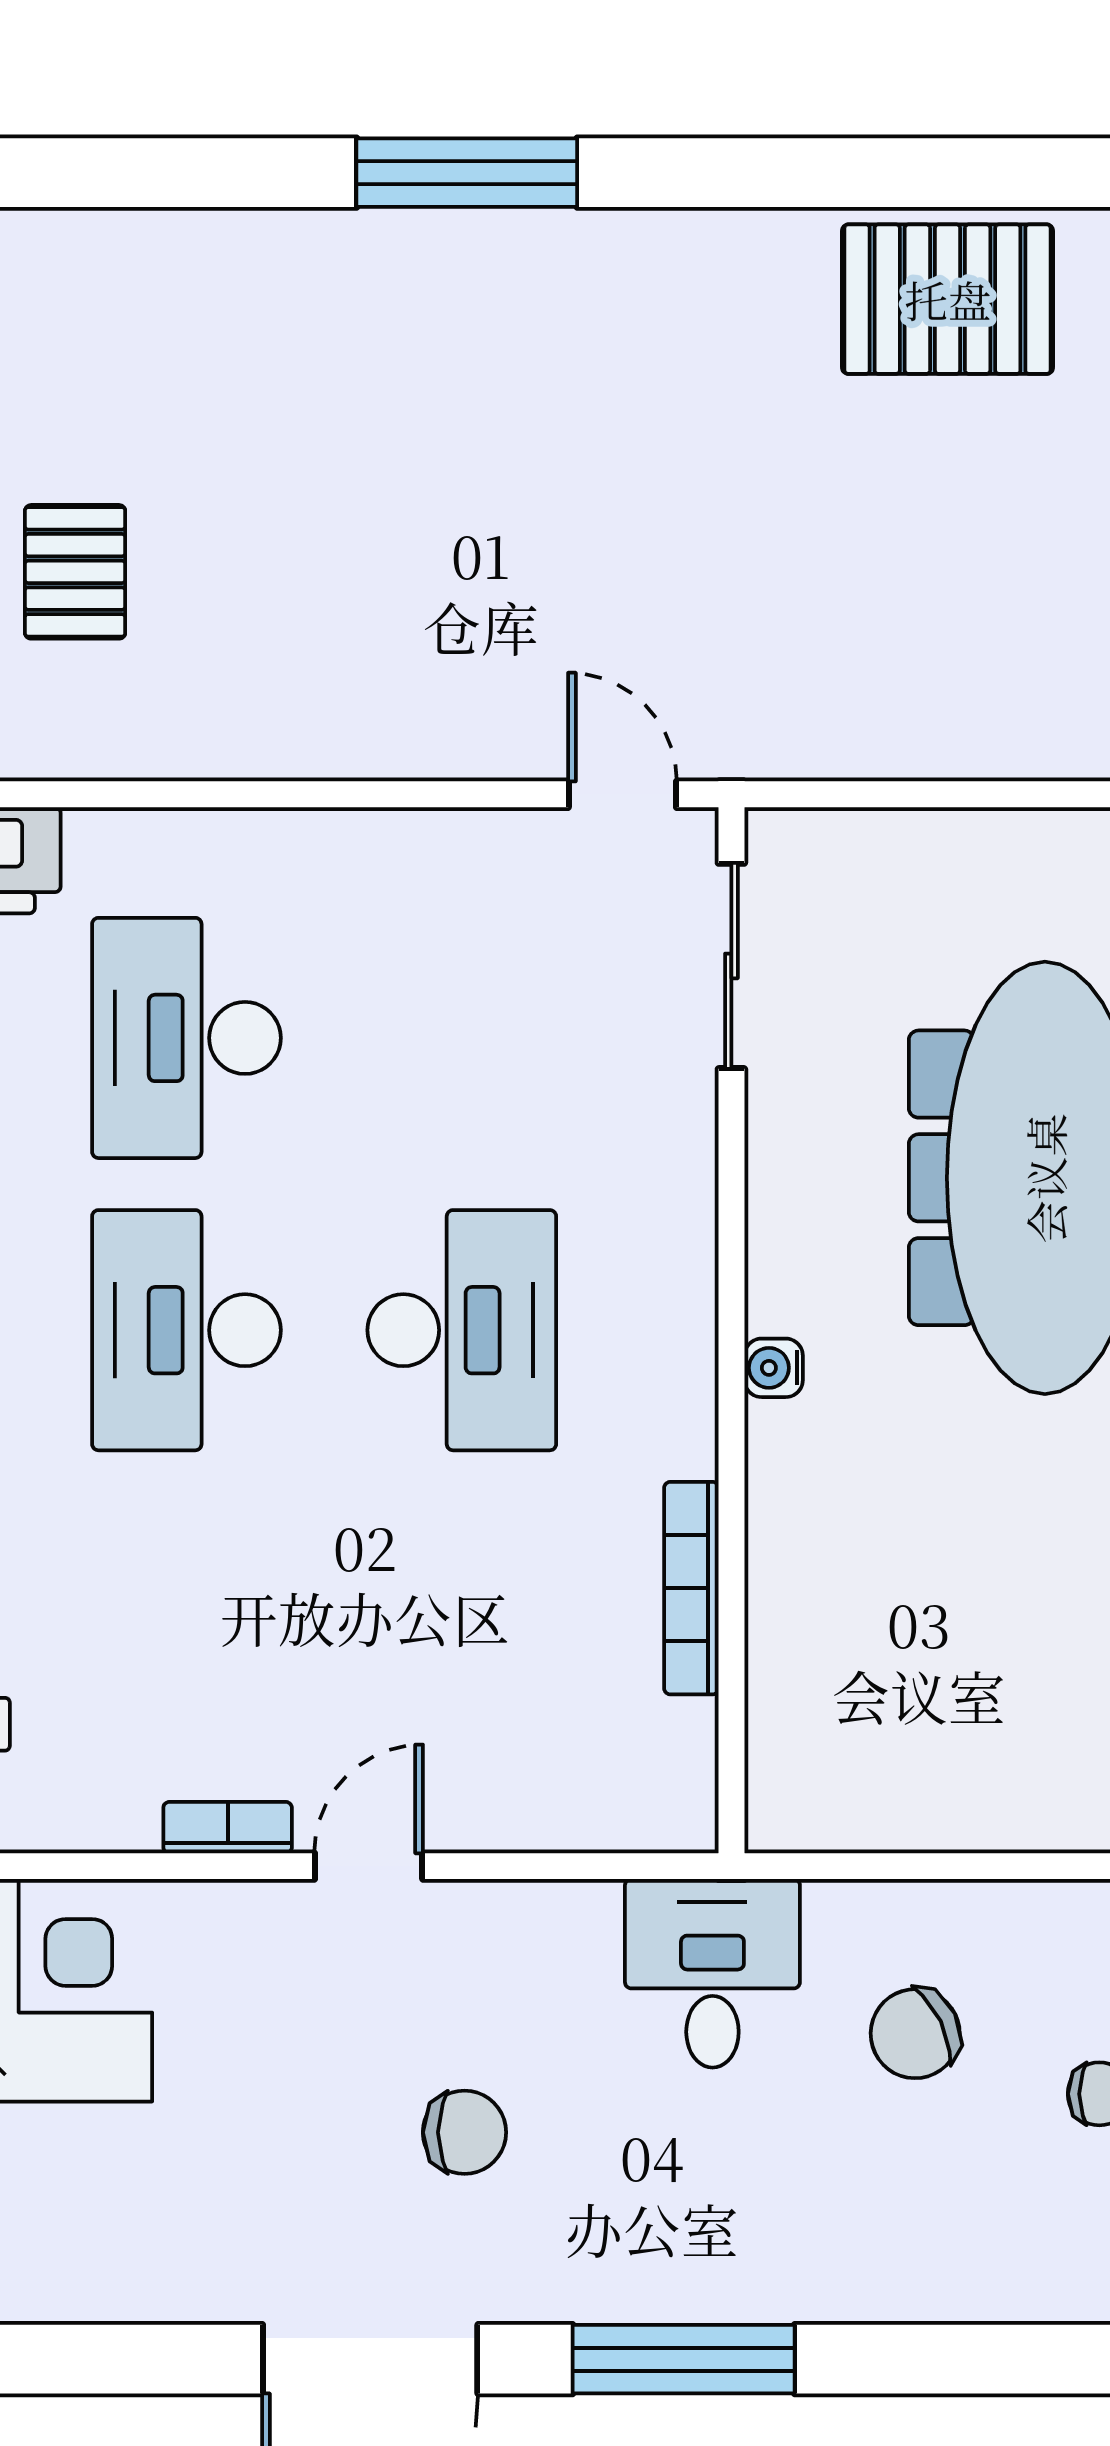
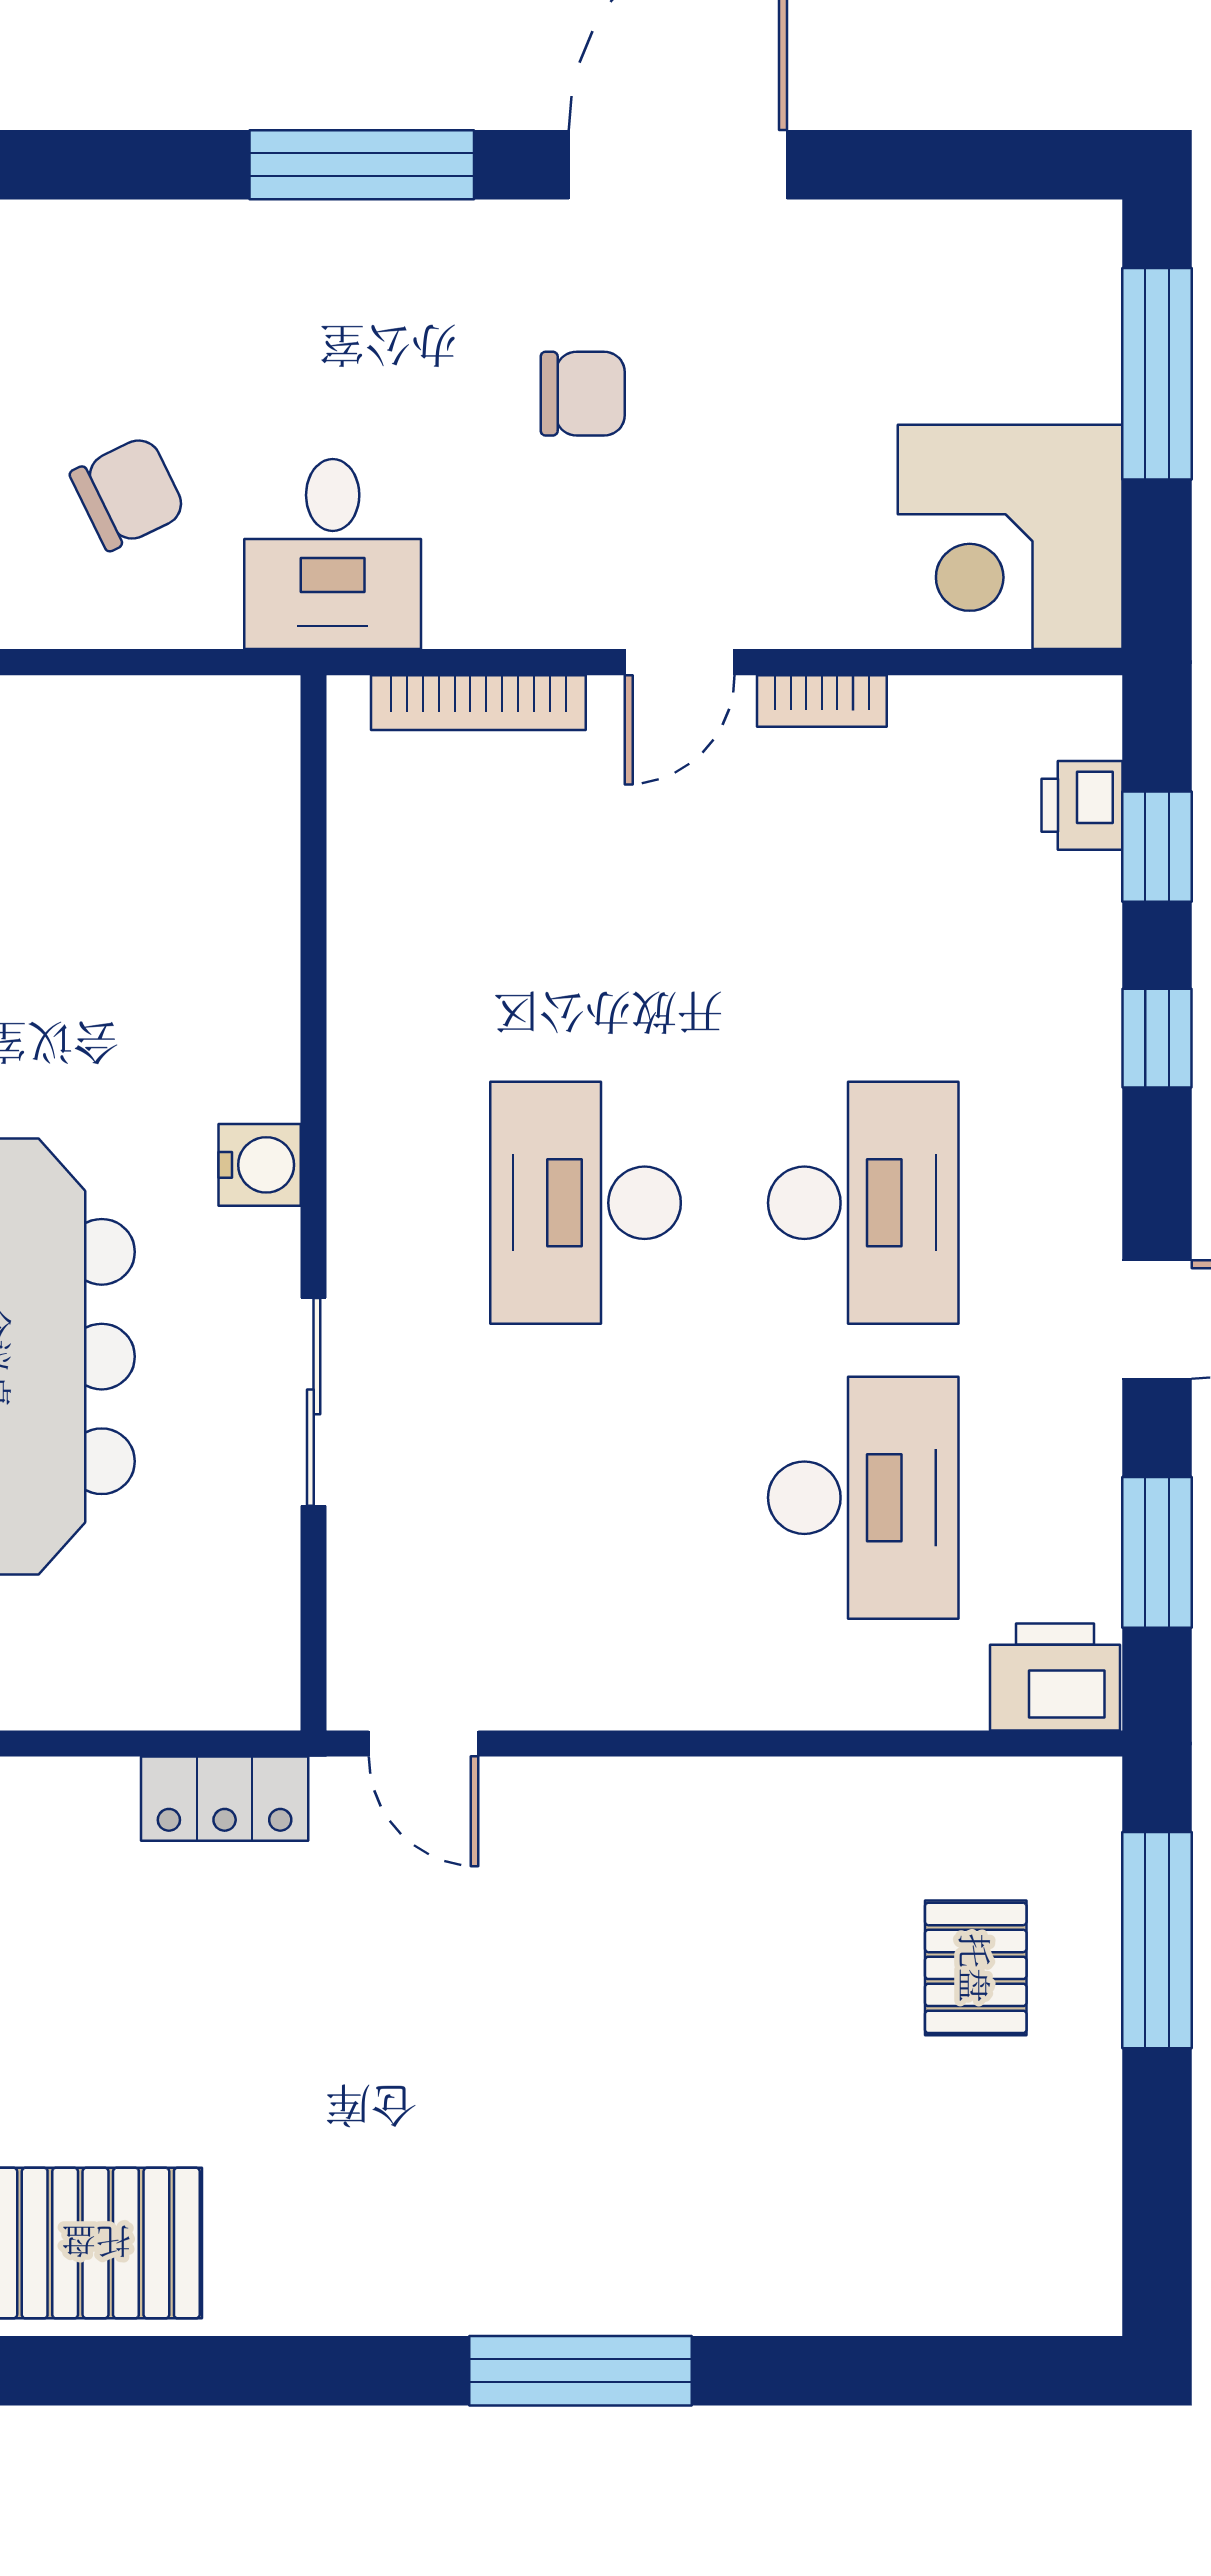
locker: (820, 740) -> (225, 1799), added
sliding door: (731, 966) -> (314, 1402), moved
water cooler: (774, 1368) -> (260, 1165), width x1.38, depth x1.38
bookcase: (691, 1588) -> (478, 703), moved, turned 90
chair: (465, 2132) -> (583, 394), turned 180

